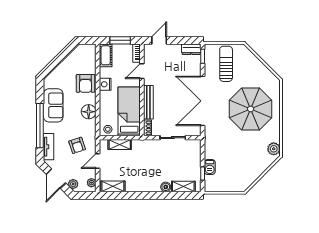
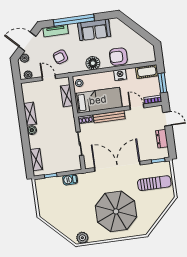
dresser: (191, 49) -> (162, 139), moved
barbecue: (210, 167) -> (70, 180), moved
shelving: (113, 186) -> (30, 114), moved
boiler: (166, 187) -> (32, 130), moved

